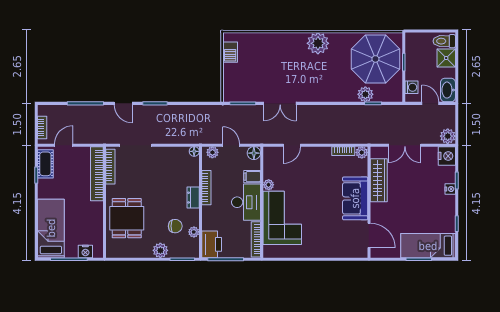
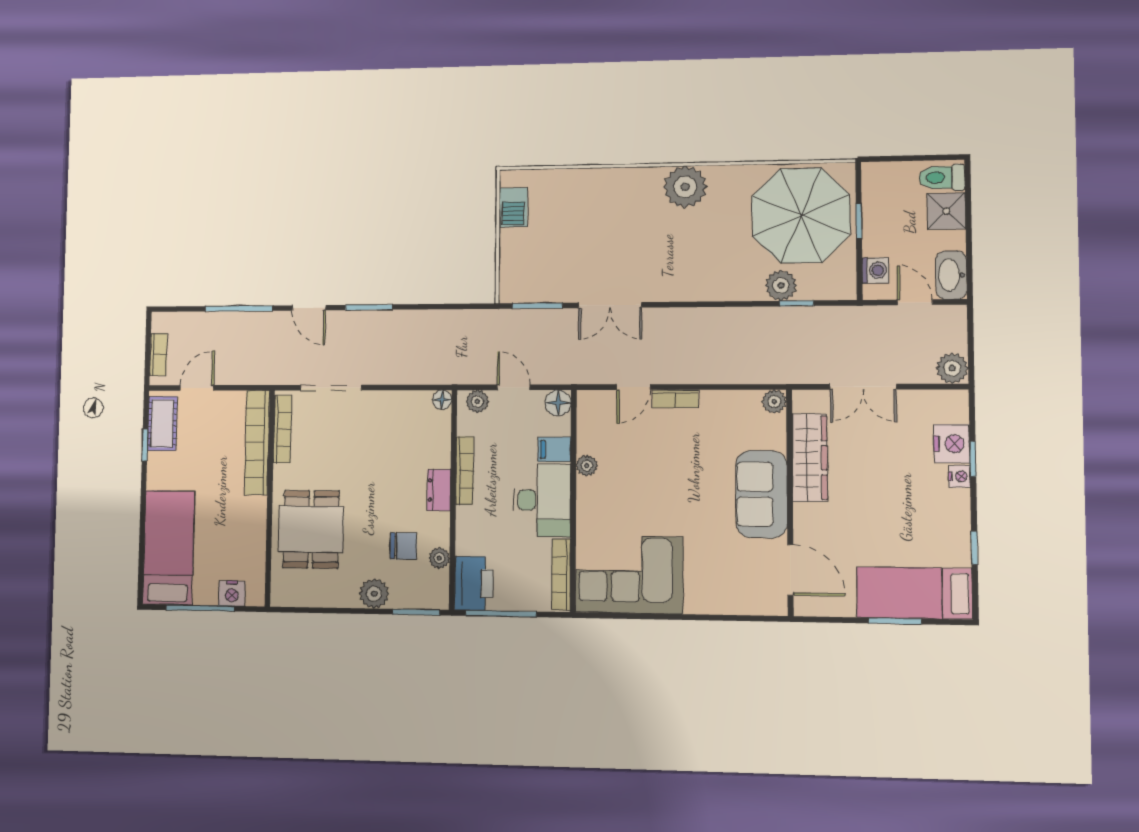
bookcase: (343, 151) -> (675, 399), moved
nightstand: (447, 156) -> (952, 444), moved
corner sofa: (282, 218) -> (629, 575), moved, turned -90

